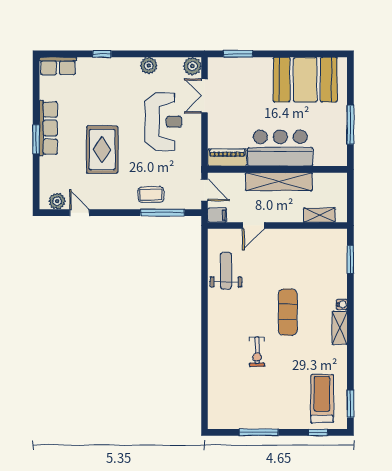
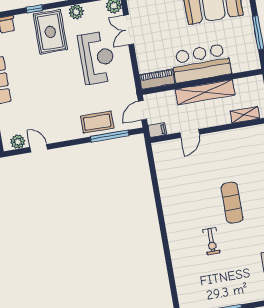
rug: (102, 150) -> (50, 32), moved
door: (204, 190) -> (142, 110), swing flipped
coffee table: (151, 195) -> (97, 122), width x1.36, depth x1.30
weight bench: (226, 271) -> (173, 176), removed

